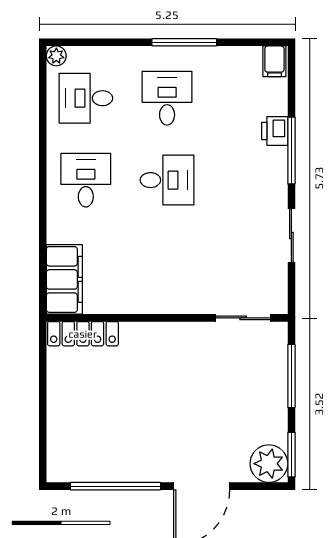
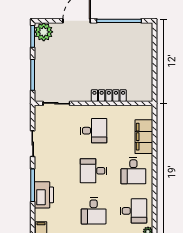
printer: (275, 131) -> (44, 195), width x1.87, depth x1.48
desk: (167, 262) -> (94, 131), added
filing cabinet: (64, 279) -> (144, 137), moved
locker: (83, 334) -> (109, 96), moved

